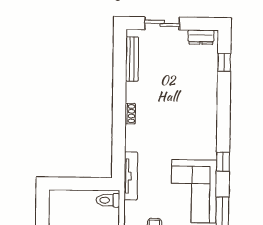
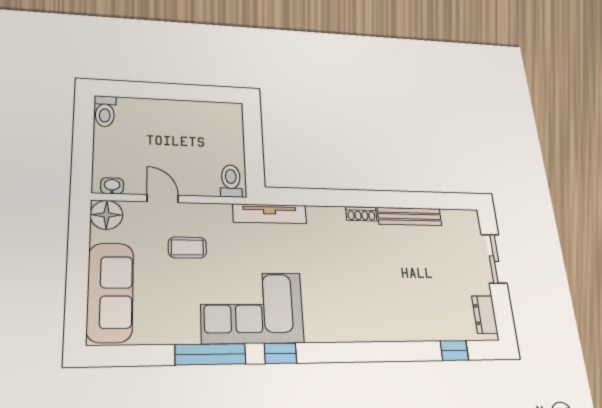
bench: (132, 59) -> (409, 217), moved
window: (223, 162) -> (280, 353), moved

